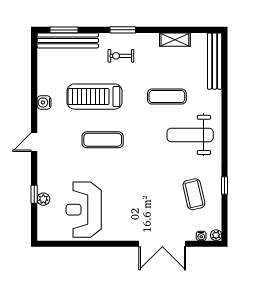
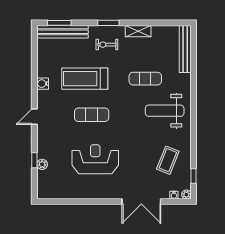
shelving: (175, 40) -> (138, 31), moved
window: (225, 186) -> (193, 176), moved
coffee table: (194, 194) -> (168, 160), turned 35
reception desk: (84, 210) -> (95, 159), moved, turned 90

